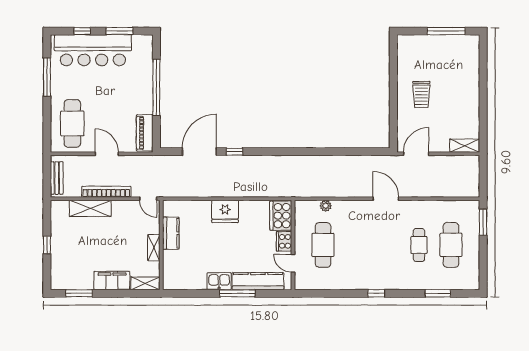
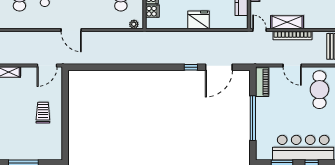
plant: (326, 206) -> (134, 24), moved
shelving: (90, 208) -> (287, 22), moved
cooker: (281, 216) -> (152, 11), width x0.53, depth x0.76

